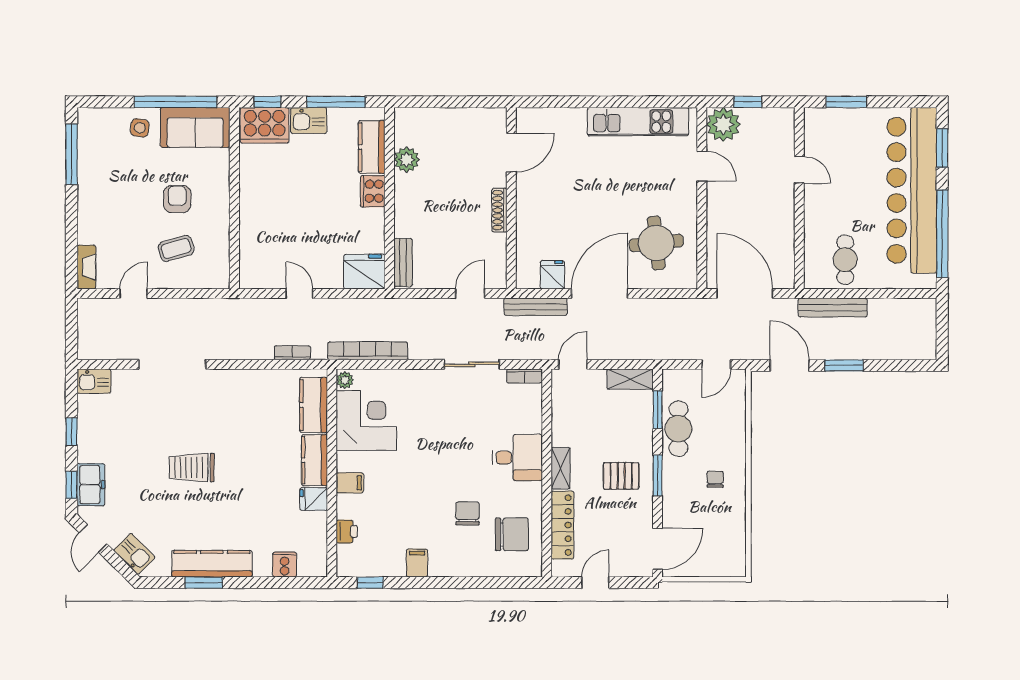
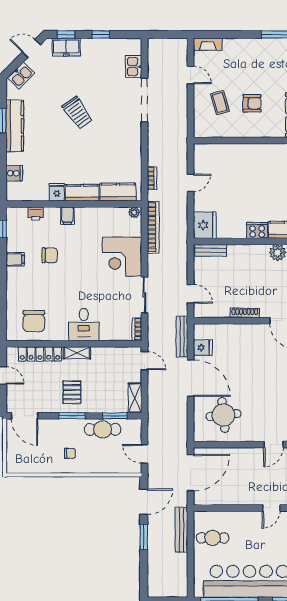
kitchen sink: (94, 381) -> (134, 67), moved
corner desk: (366, 421) -> (122, 256), moved, turned 90
trolley: (192, 468) -> (77, 113), turned 145
chair: (468, 513) -> (50, 255), moved

